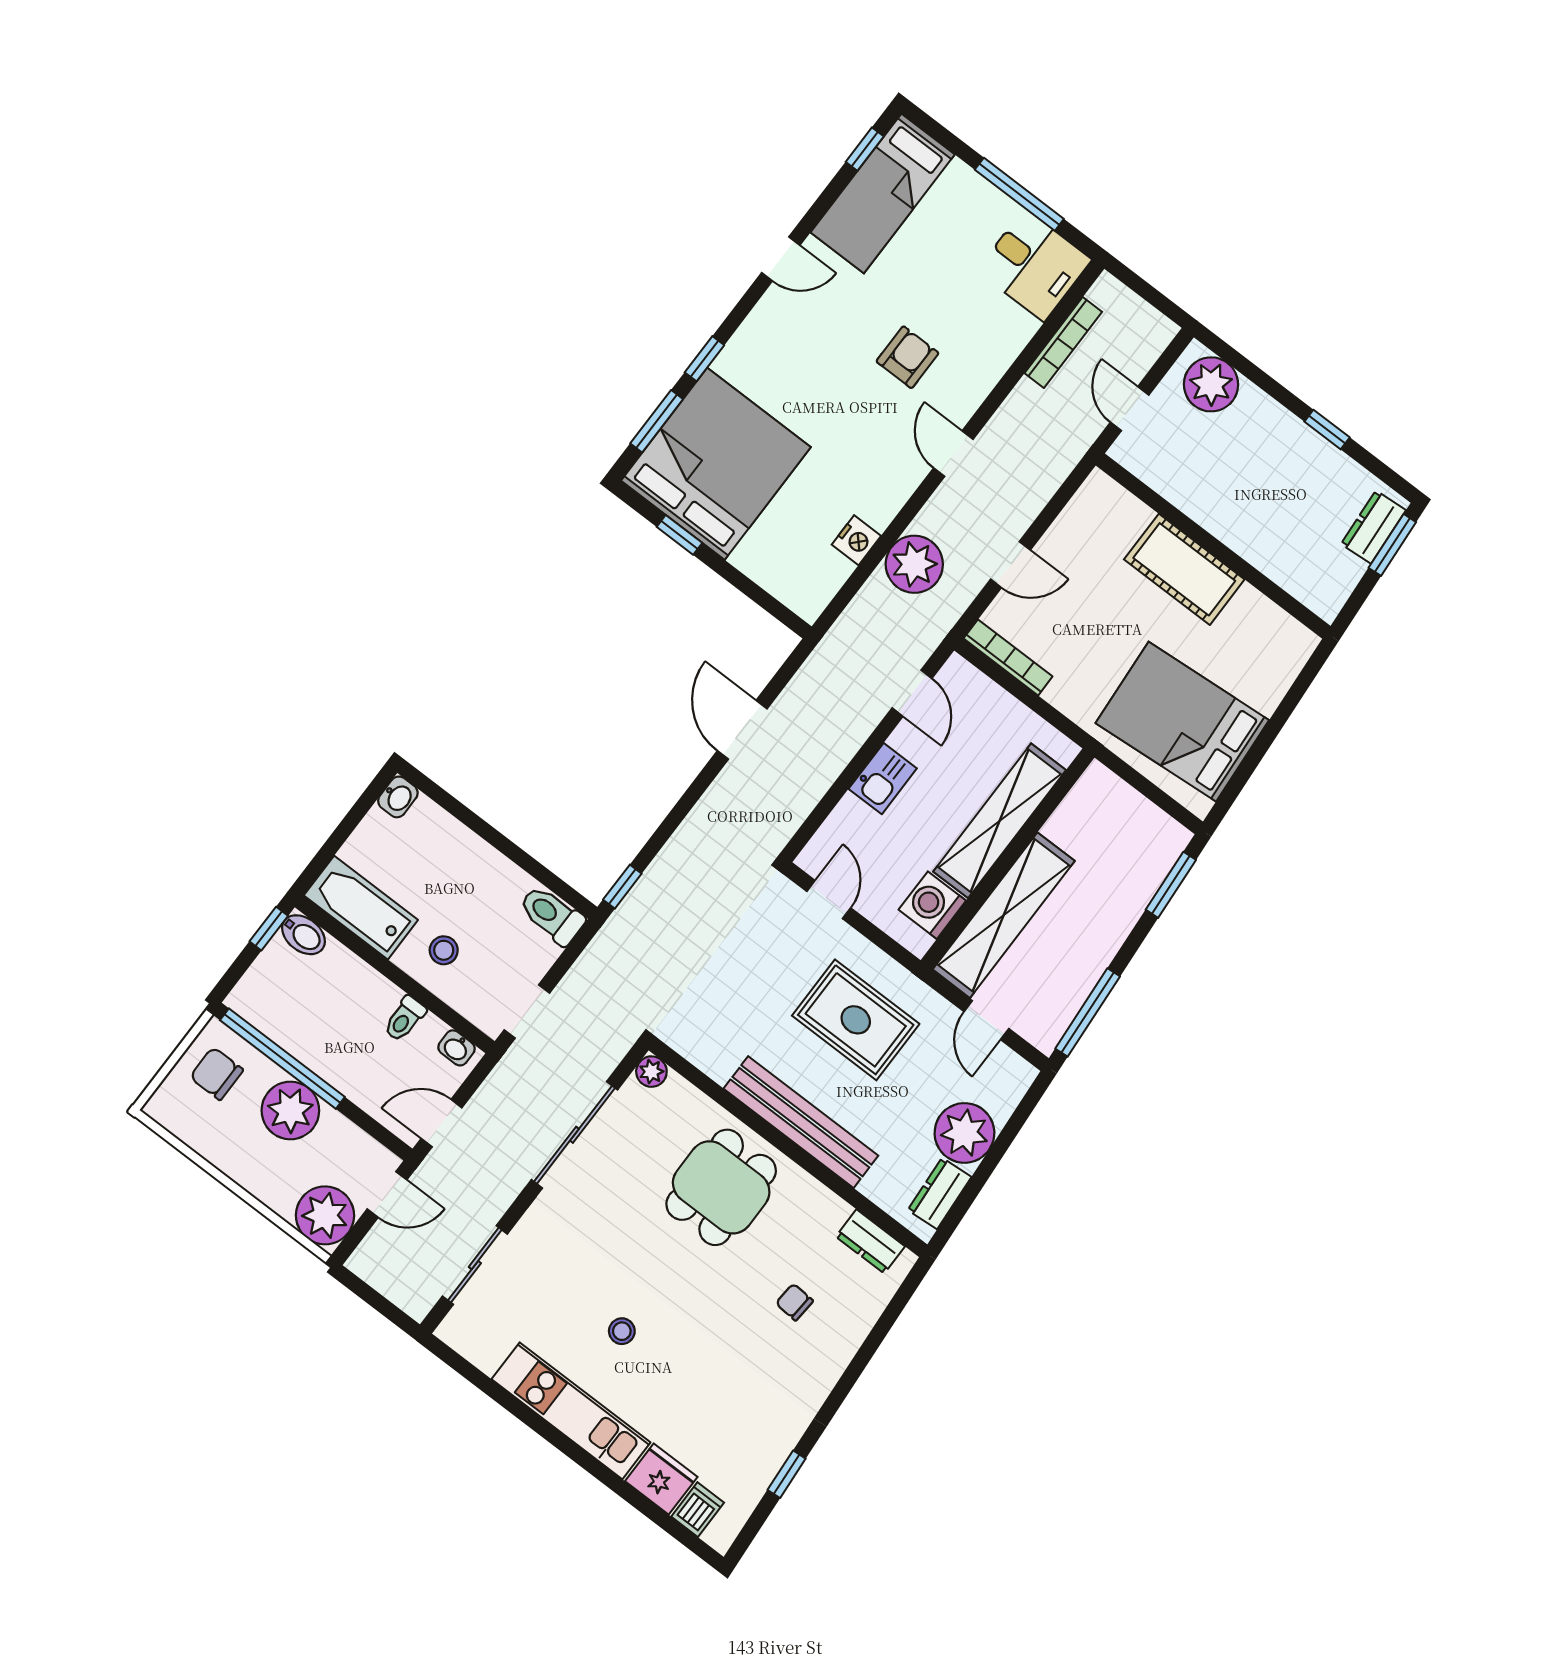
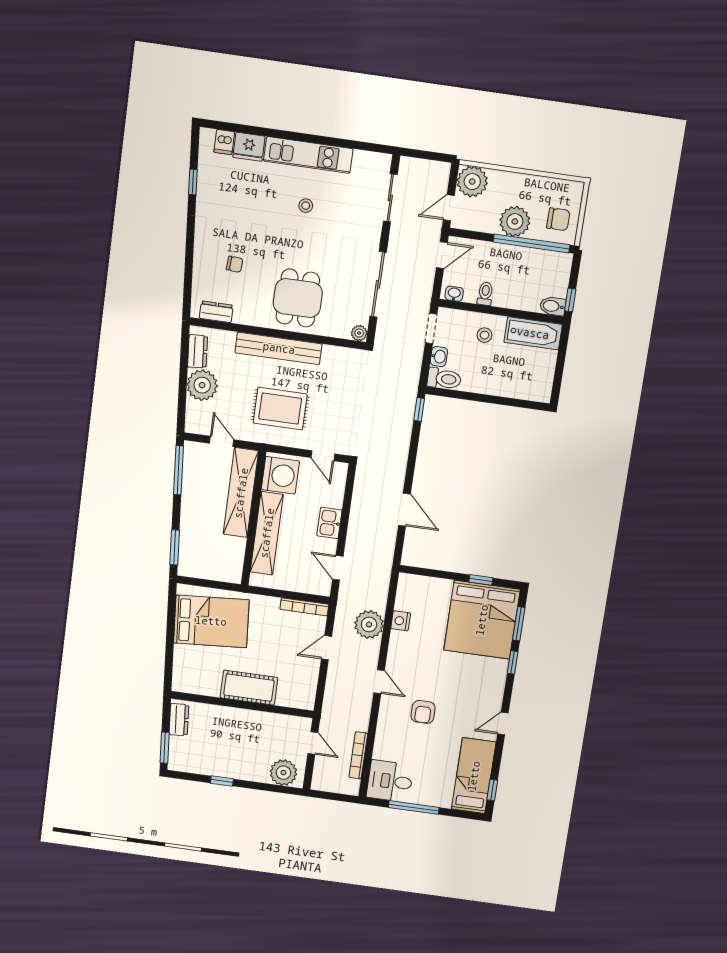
dresser: (1373, 527) -> (179, 720), moved
washbasin: (398, 797) -> (439, 356), moved, turned 180
washing machine: (932, 905) -> (280, 475), width x1.37, depth x1.37

